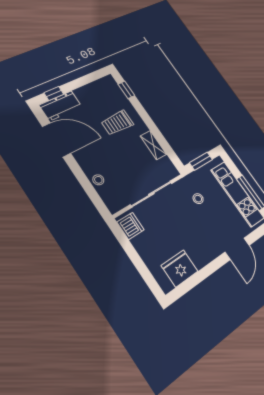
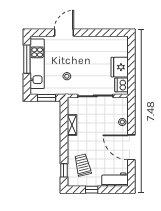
window: (54, 94) -> (92, 190), moved
trolley: (117, 123) -> (83, 165), moved, turned -104
door: (57, 140) -> (131, 147), moved
fridge: (180, 268) -> (120, 67), moved, turned 90

